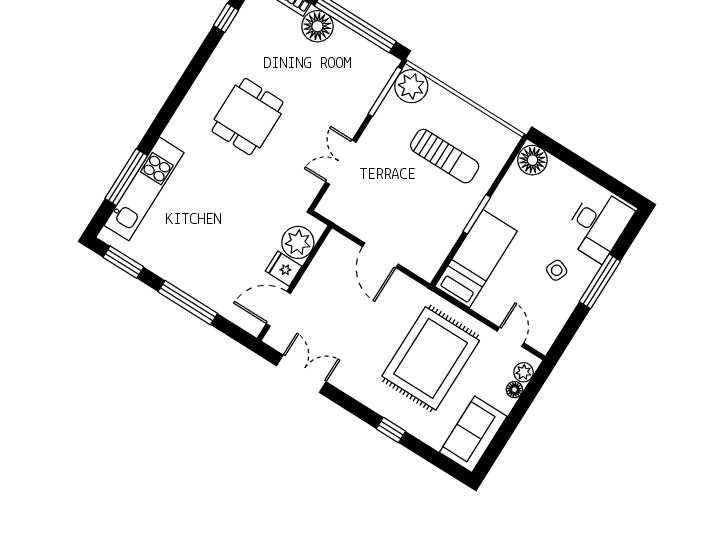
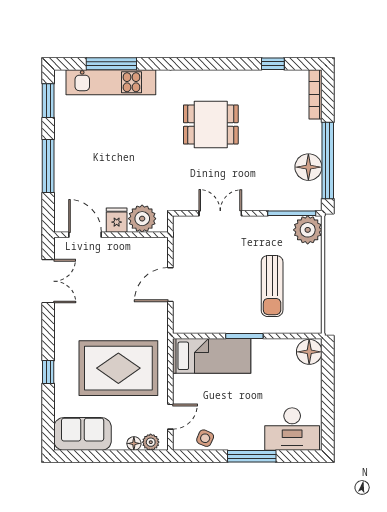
floor lamp: (317, 26) -> (308, 167), moved
side table: (557, 270) -> (205, 438), moved

